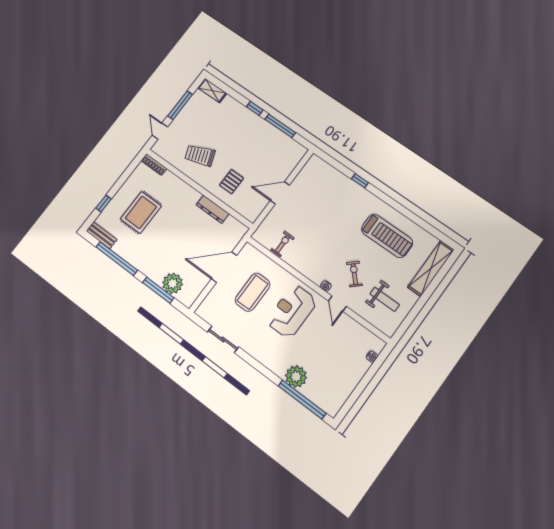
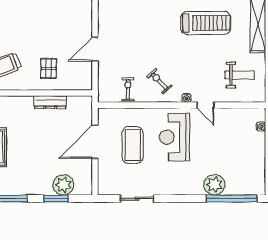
exercise bike: (354, 274) -> (159, 81), moved
window: (158, 290) -> (56, 198), width x0.69

